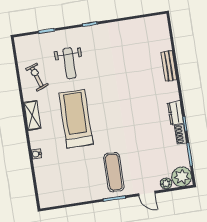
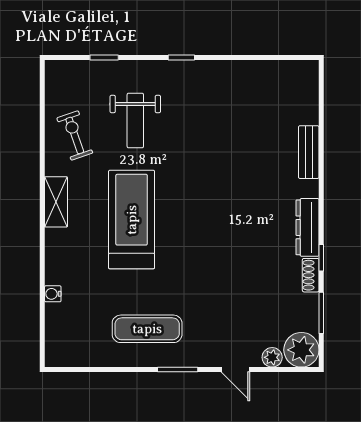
dresser: (175, 113) -> (308, 227), width x1.44
water cooler: (36, 154) -> (53, 294), moved
exercise mat: (114, 172) -> (147, 329), moved, turned 90

